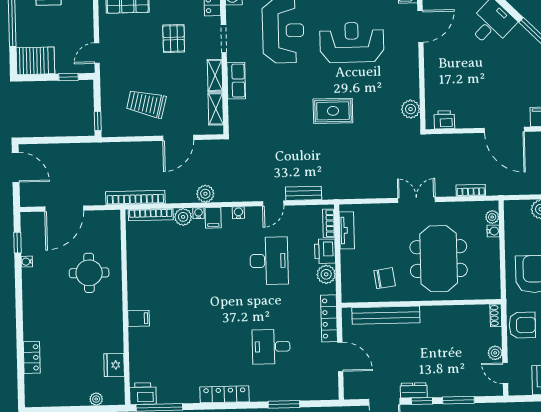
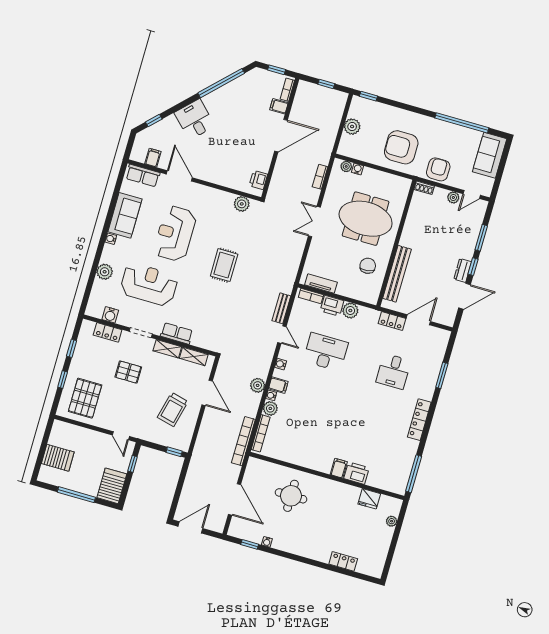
locker: (329, 318) -> (392, 321), width x0.66
printer: (143, 394) -> (356, 473), moved, turned 90

